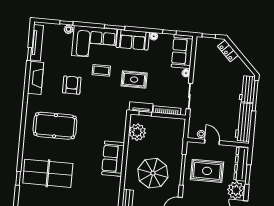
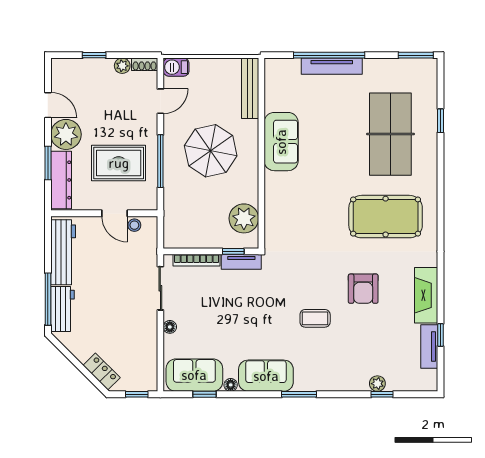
corner sofa: (94, 42) -> (331, 365), removed
tv unit: (37, 43) -> (429, 347), width x0.71
sofa: (182, 52) -> (194, 375), moved, turned -90
rug: (134, 80) -> (257, 308), removed
sofa: (113, 159) -> (281, 142), moved
table tennis table: (48, 173) -> (390, 134), turned 90

